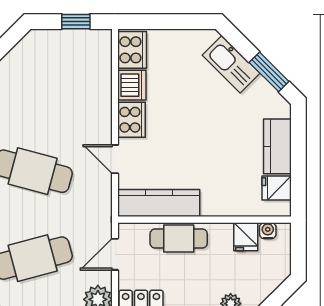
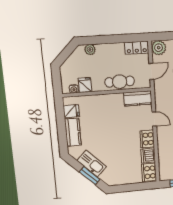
kitchen sink: (231, 64) -> (92, 164), moved
window: (269, 72) -> (90, 176), moved
kitchen counter: (159, 203) -> (138, 98), width x0.67

